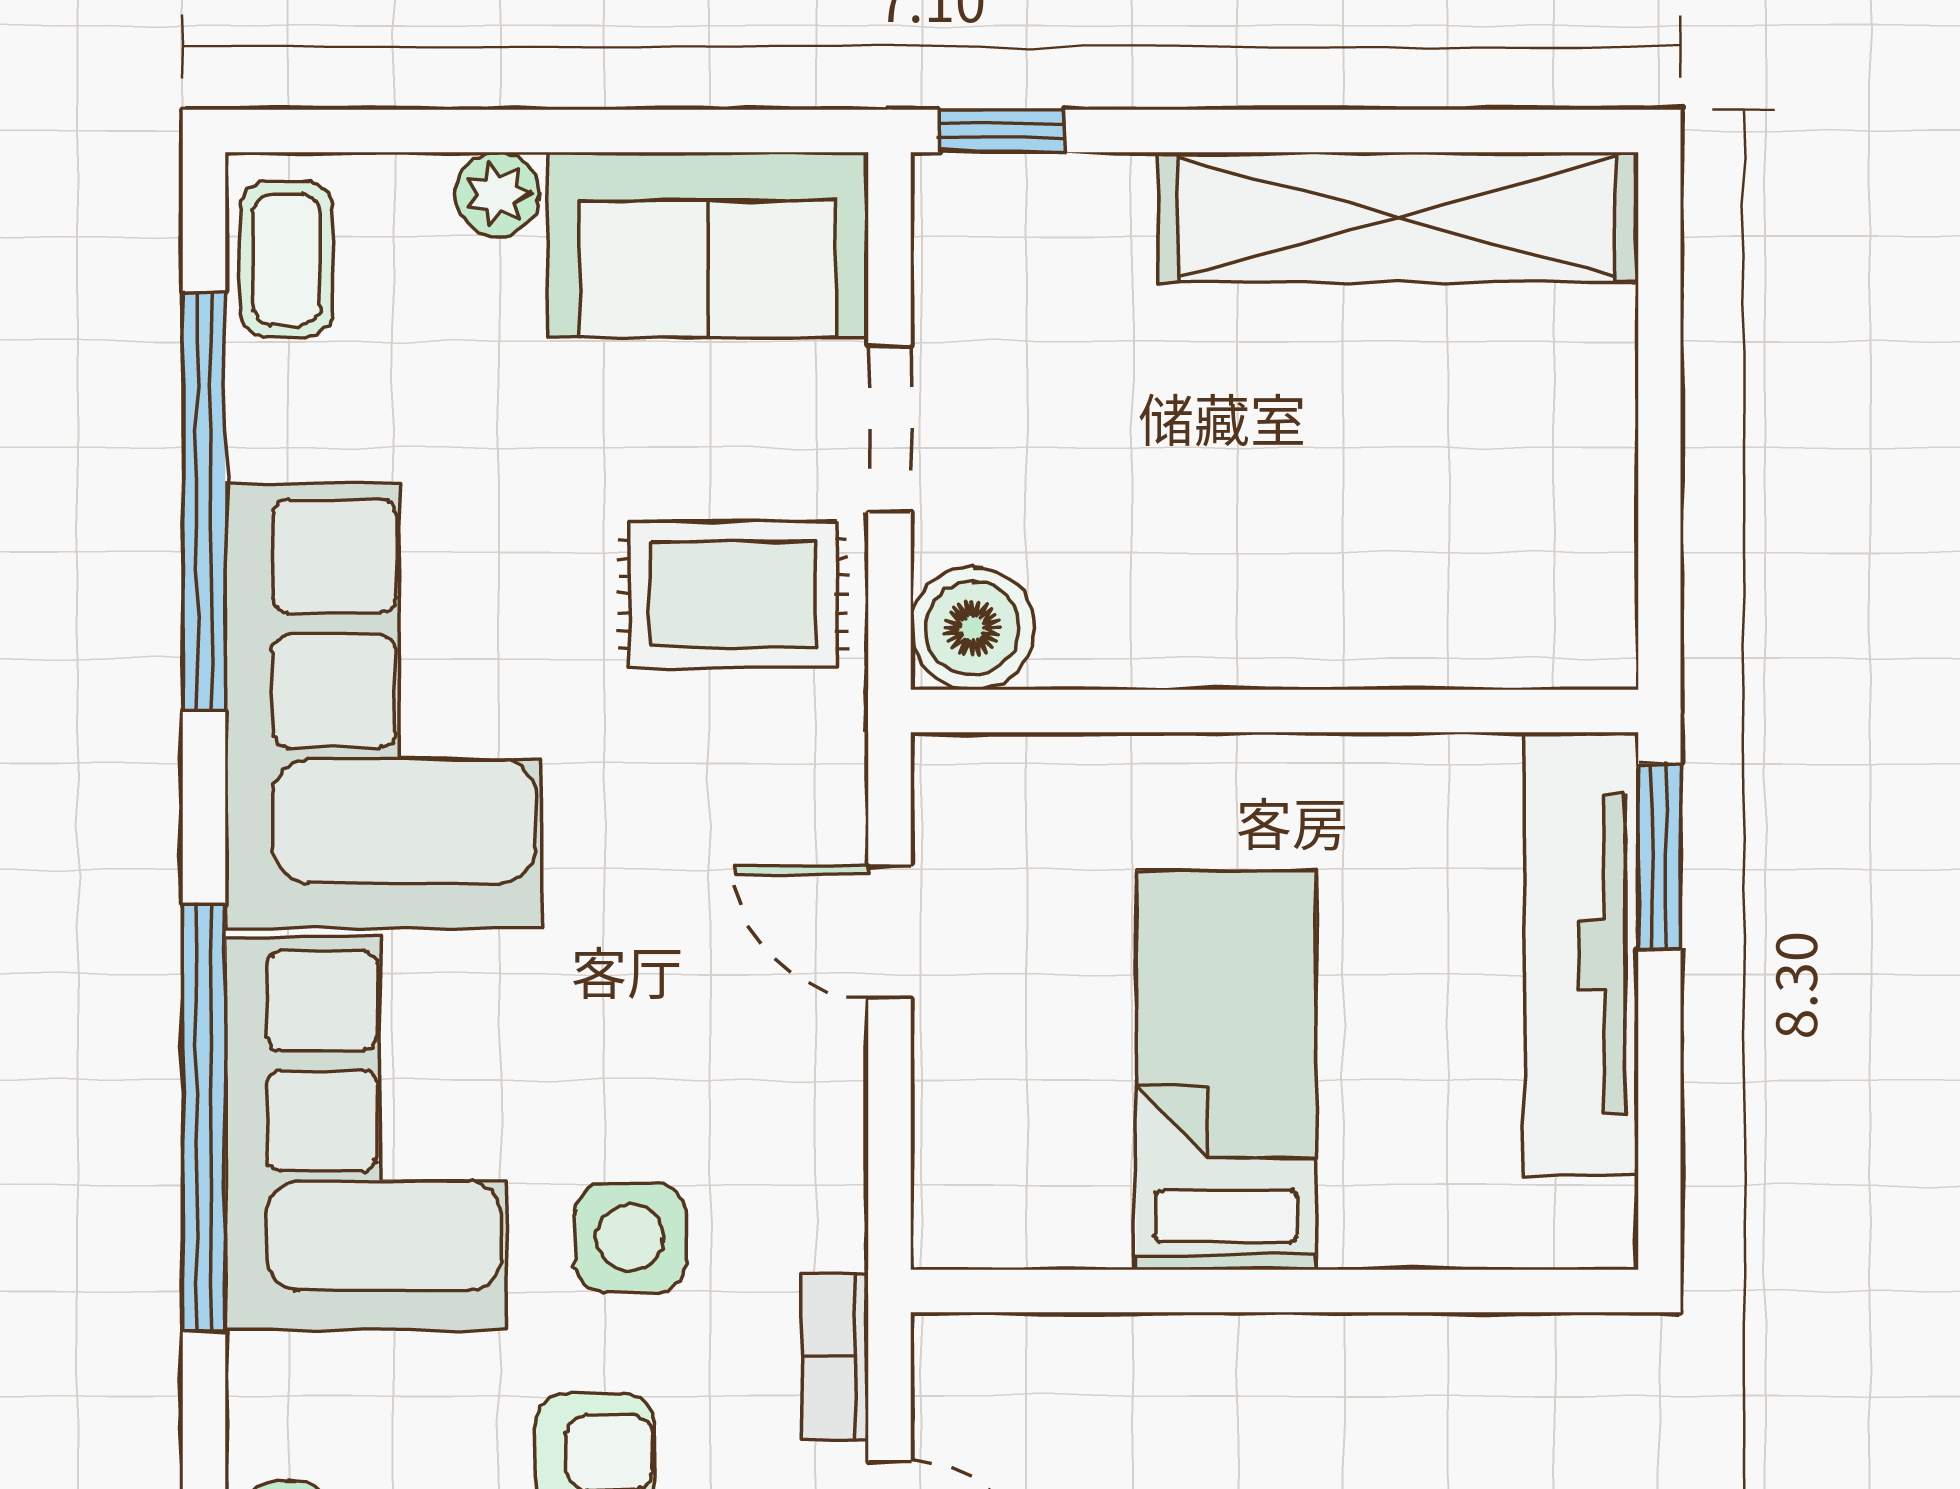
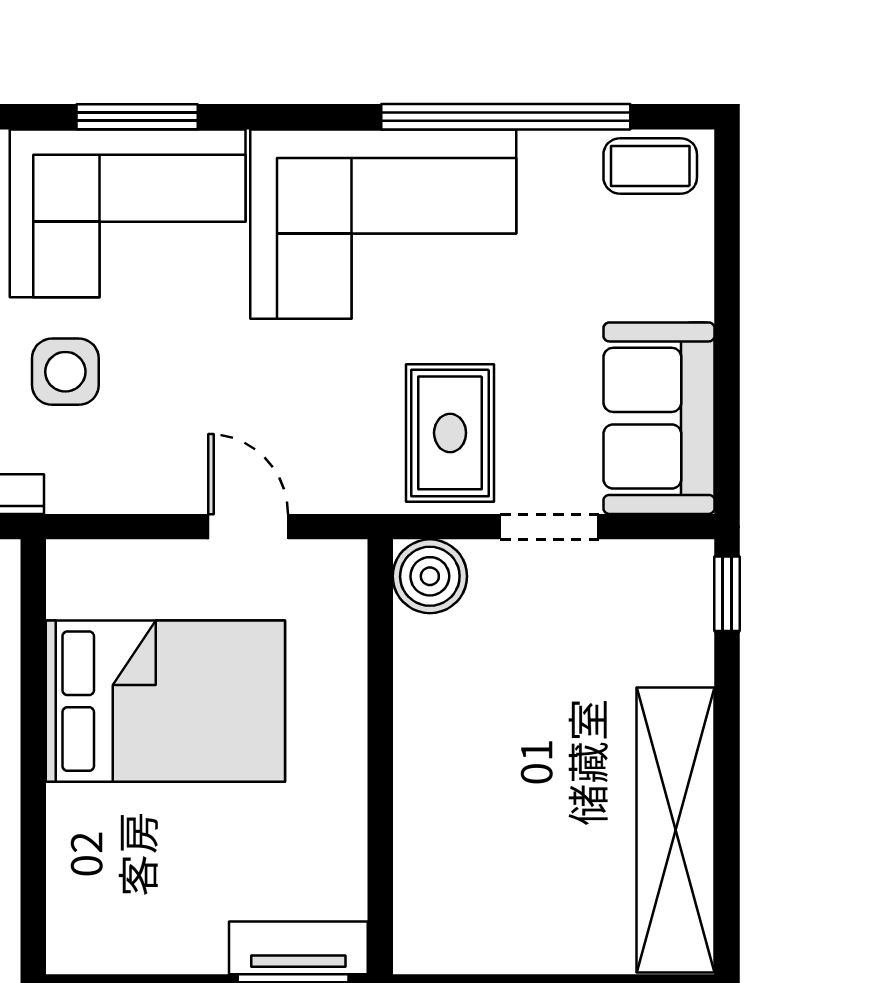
plant: (497, 194) -> (689, 292), removed
door: (889, 932) -> (248, 527), hinge flipped
tv unit: (1581, 954) -> (298, 948), width x0.52, depth x0.78
bed: (1226, 1070) -> (165, 701), width x1.50
window: (204, 1118) -> (137, 117), width x0.47

